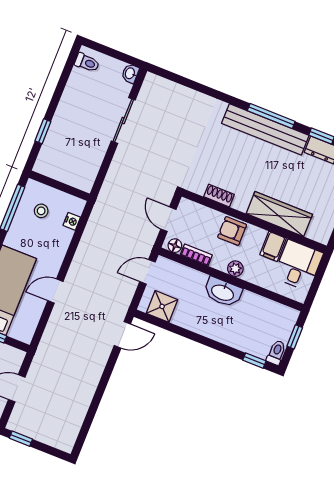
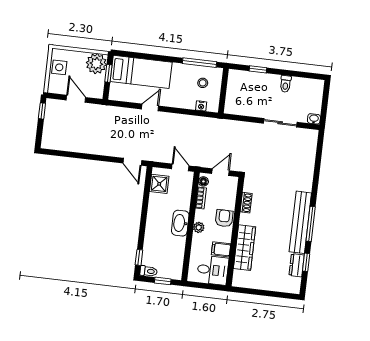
toilet: (87, 63) -> (286, 84), moved
door: (55, 291) -> (150, 107), hinge flipped

